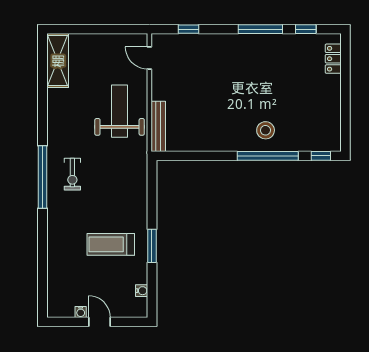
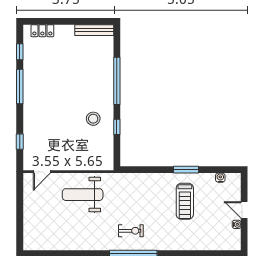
shelving: (58, 61) -> (44, 242), removed
bench: (158, 126) -> (94, 30), moved
stool: (266, 130) -> (93, 119), moved
window: (321, 156) -> (117, 127), moved
door: (100, 322) -> (244, 210), hinge flipped

